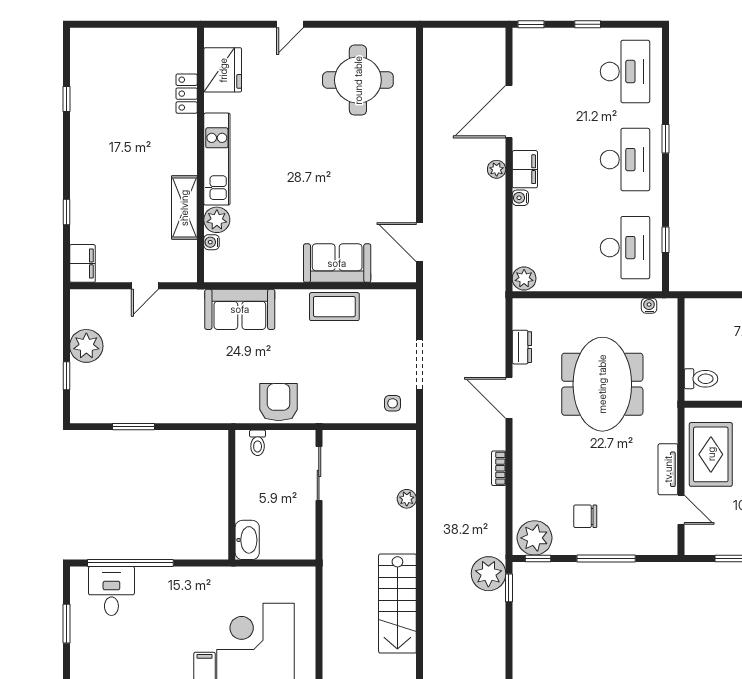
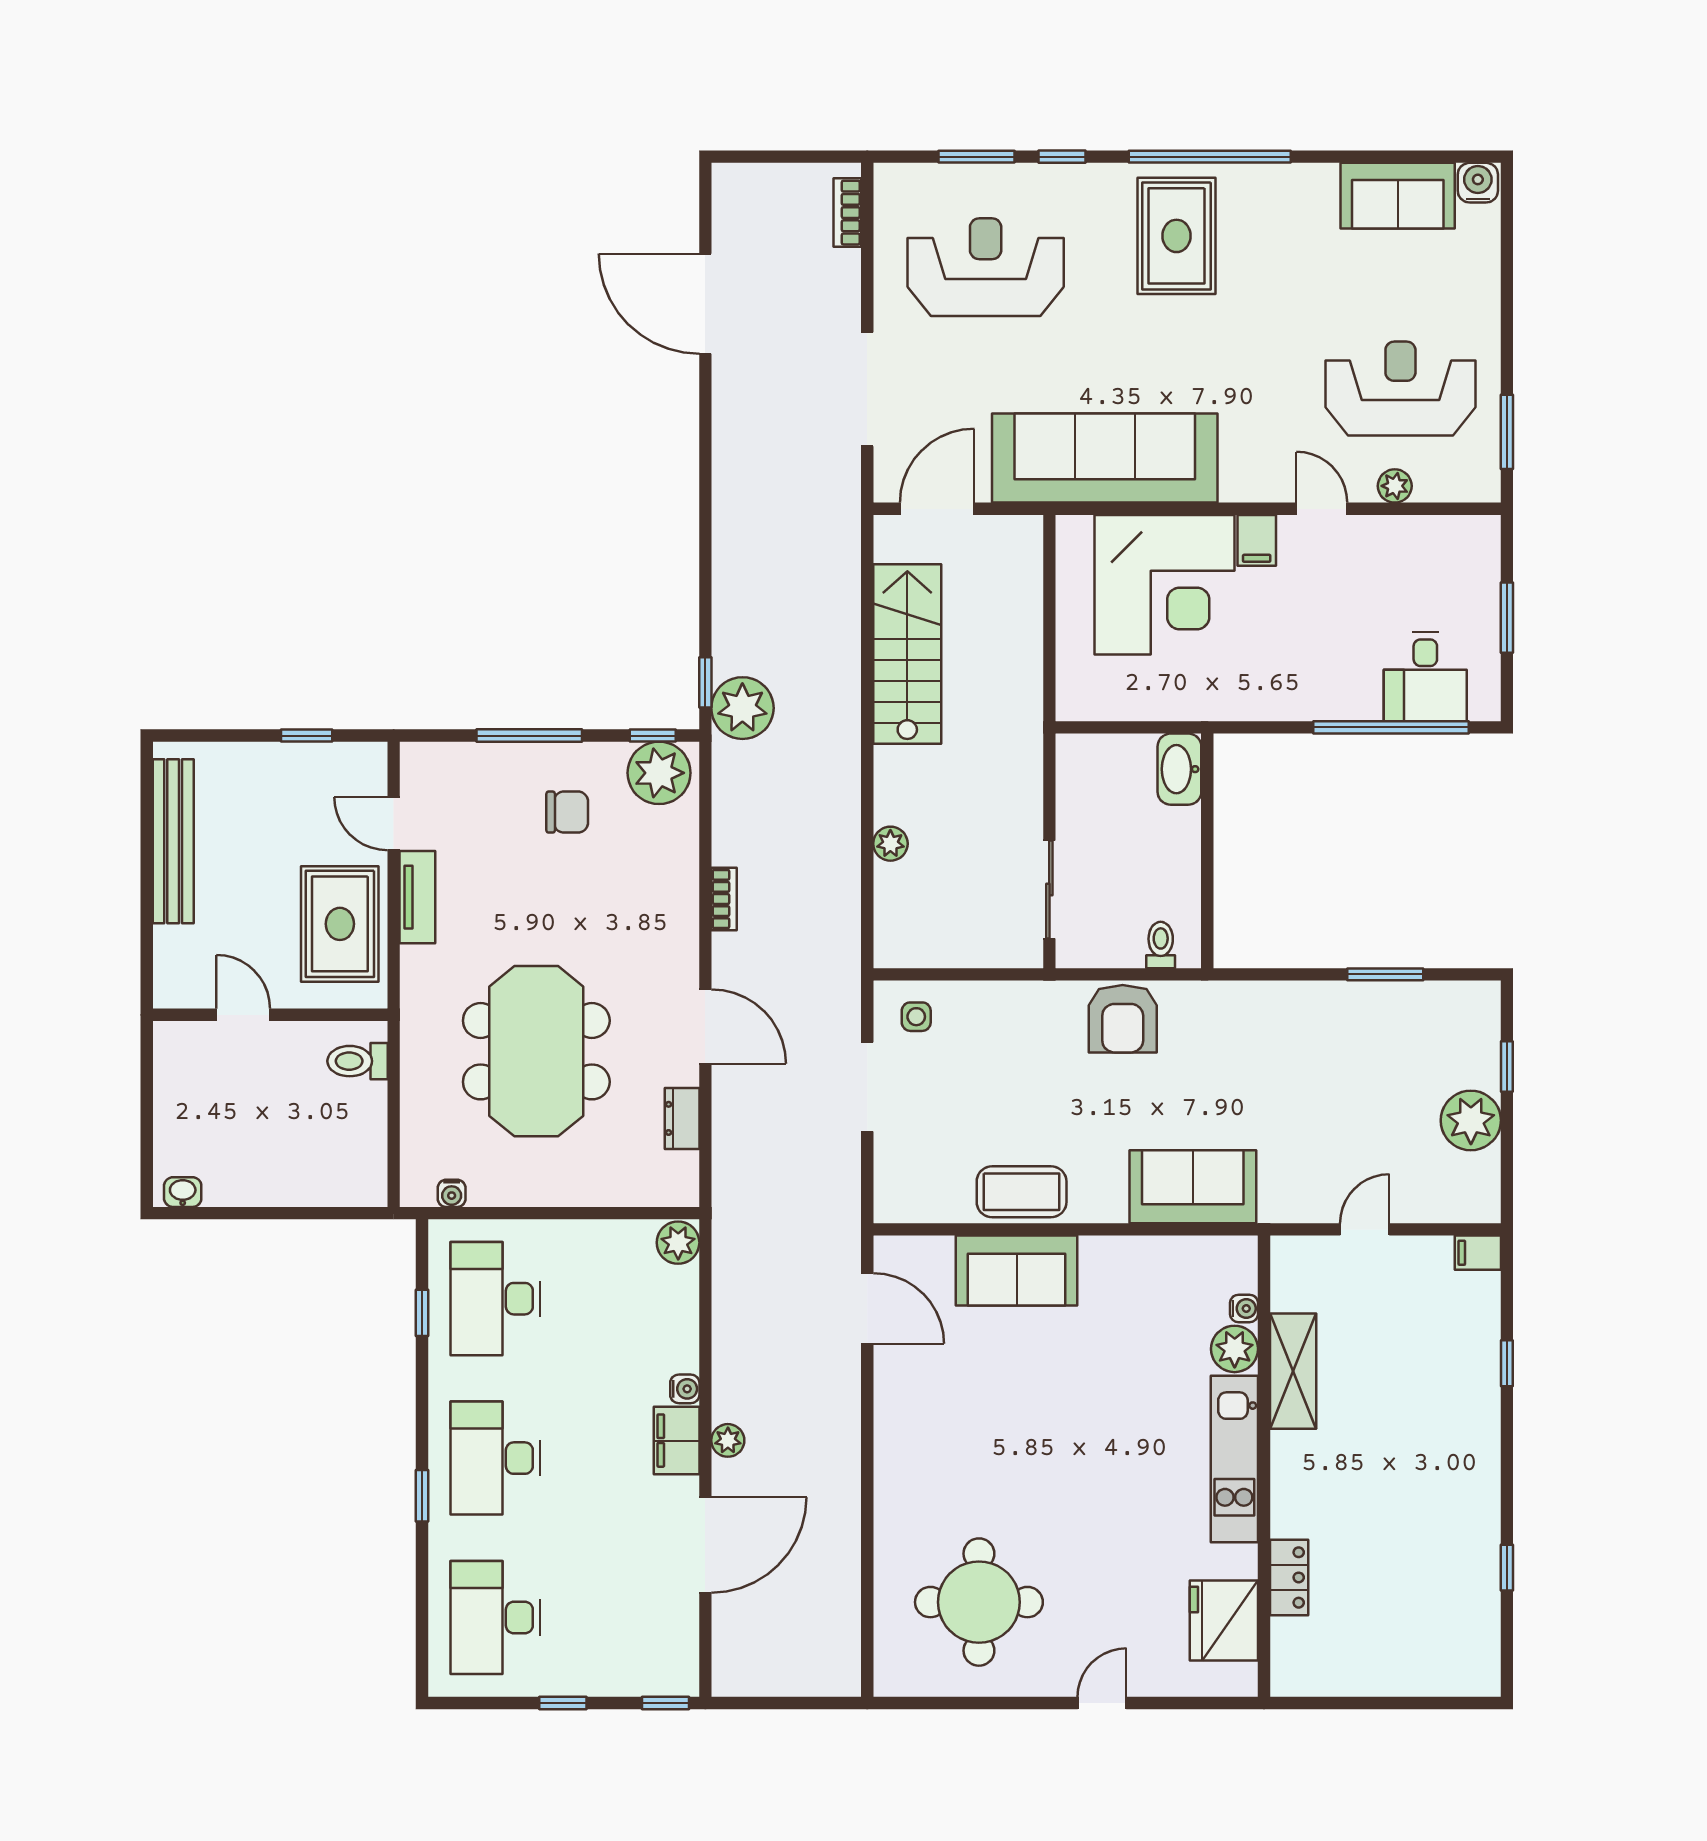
filing cabinet: (82, 263) -> (1478, 1253), width x0.50

